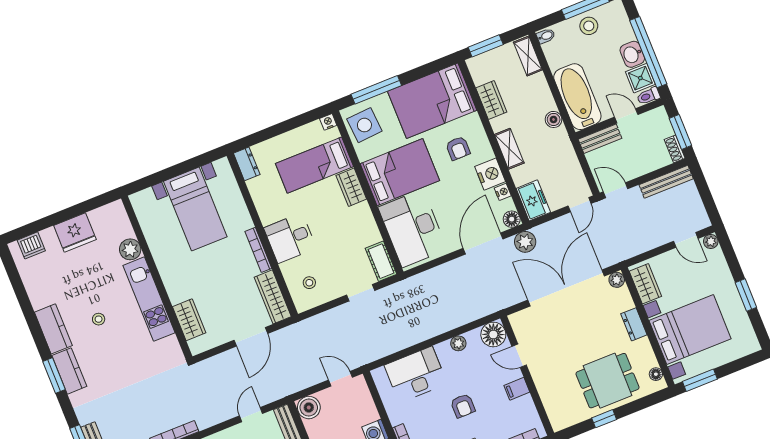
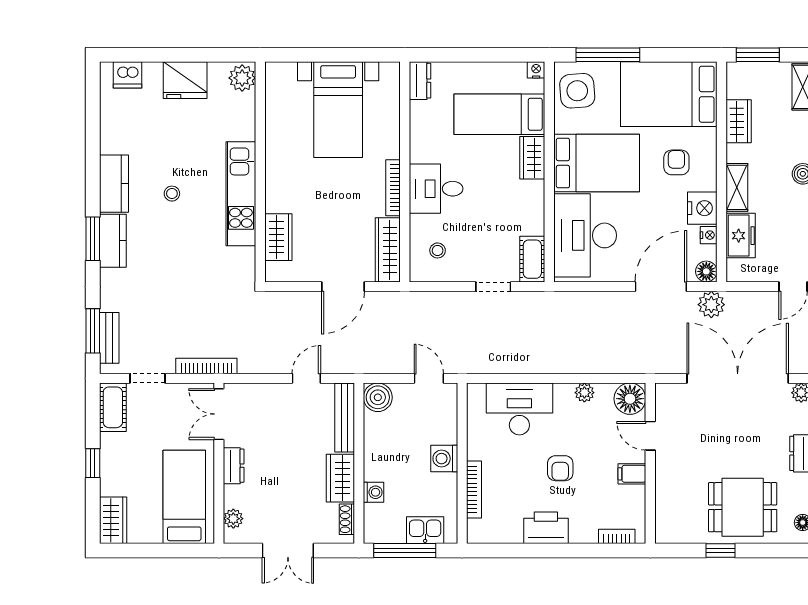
armchair: (458, 148) -> (676, 162), turned 180
freezer: (533, 200) -> (741, 236), moved
plant: (130, 249) -> (242, 78), moved

